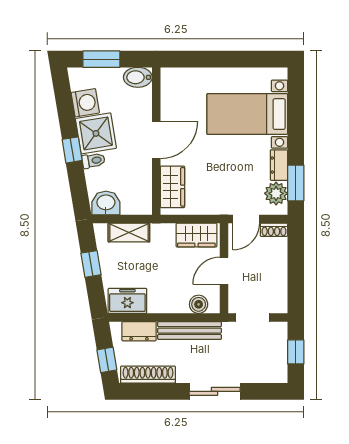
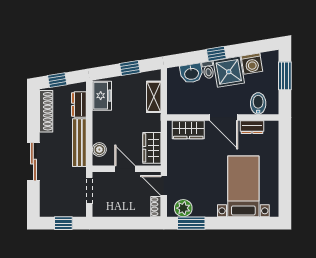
bidet: (138, 77) -> (258, 104), moved
dresser: (279, 165) -> (252, 127), moved, turned 180
washbasin: (106, 203) -> (191, 73), moved, turned 81

